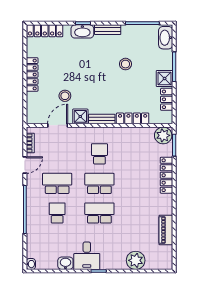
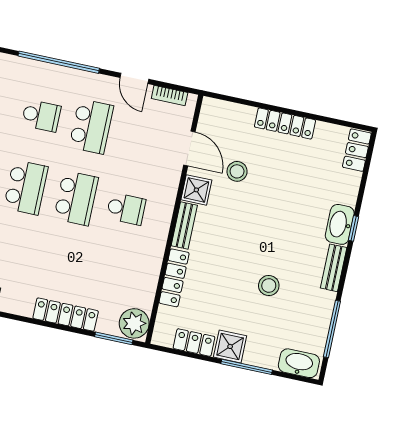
locker: (45, 31) -> (357, 150), width x0.66

